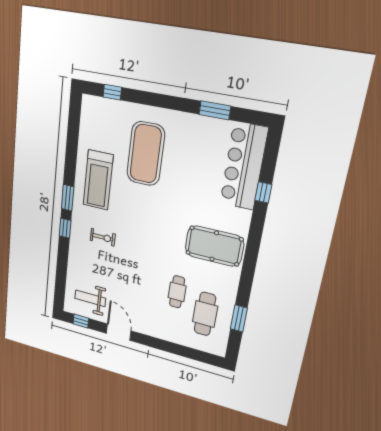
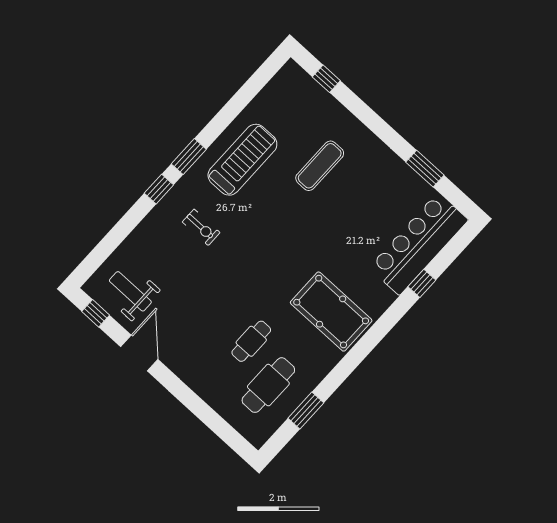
exercise mat: (146, 154) -> (320, 166), width x0.50, depth x0.69
treadmill: (98, 180) -> (242, 160), turned 180

